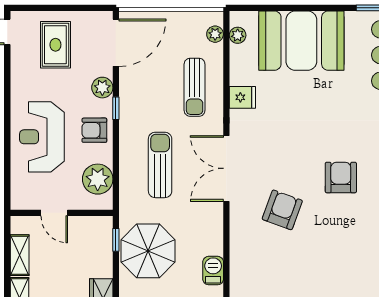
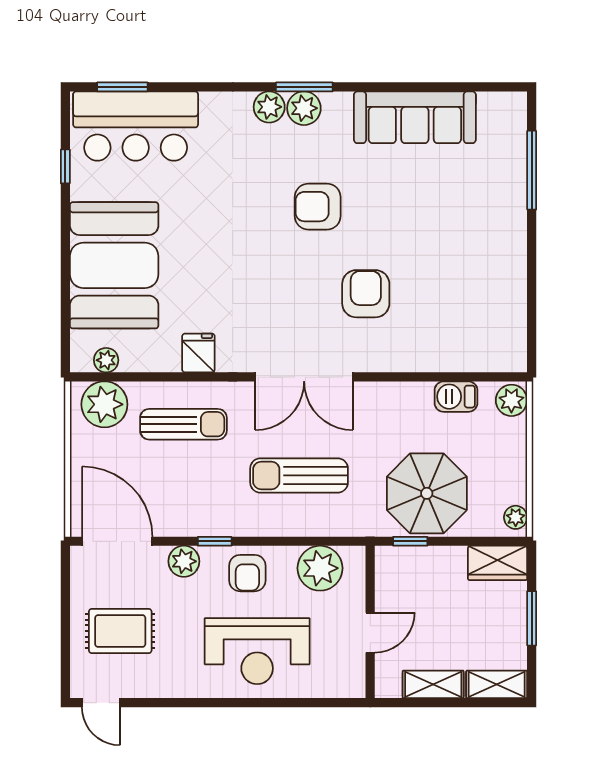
plant: (215, 34) -> (104, 404), width x1.87, depth x1.87
armchair: (282, 210) -> (366, 294), turned 70

